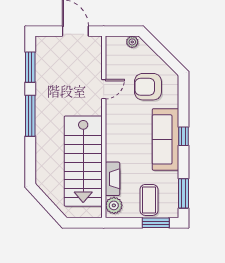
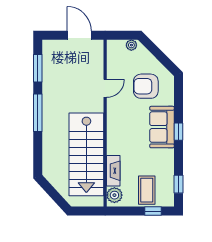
sofa: (166, 139) -> (162, 127), width x0.73
window: (183, 193) -> (178, 184), width x0.67
window: (156, 223) -> (153, 211), width x0.67

